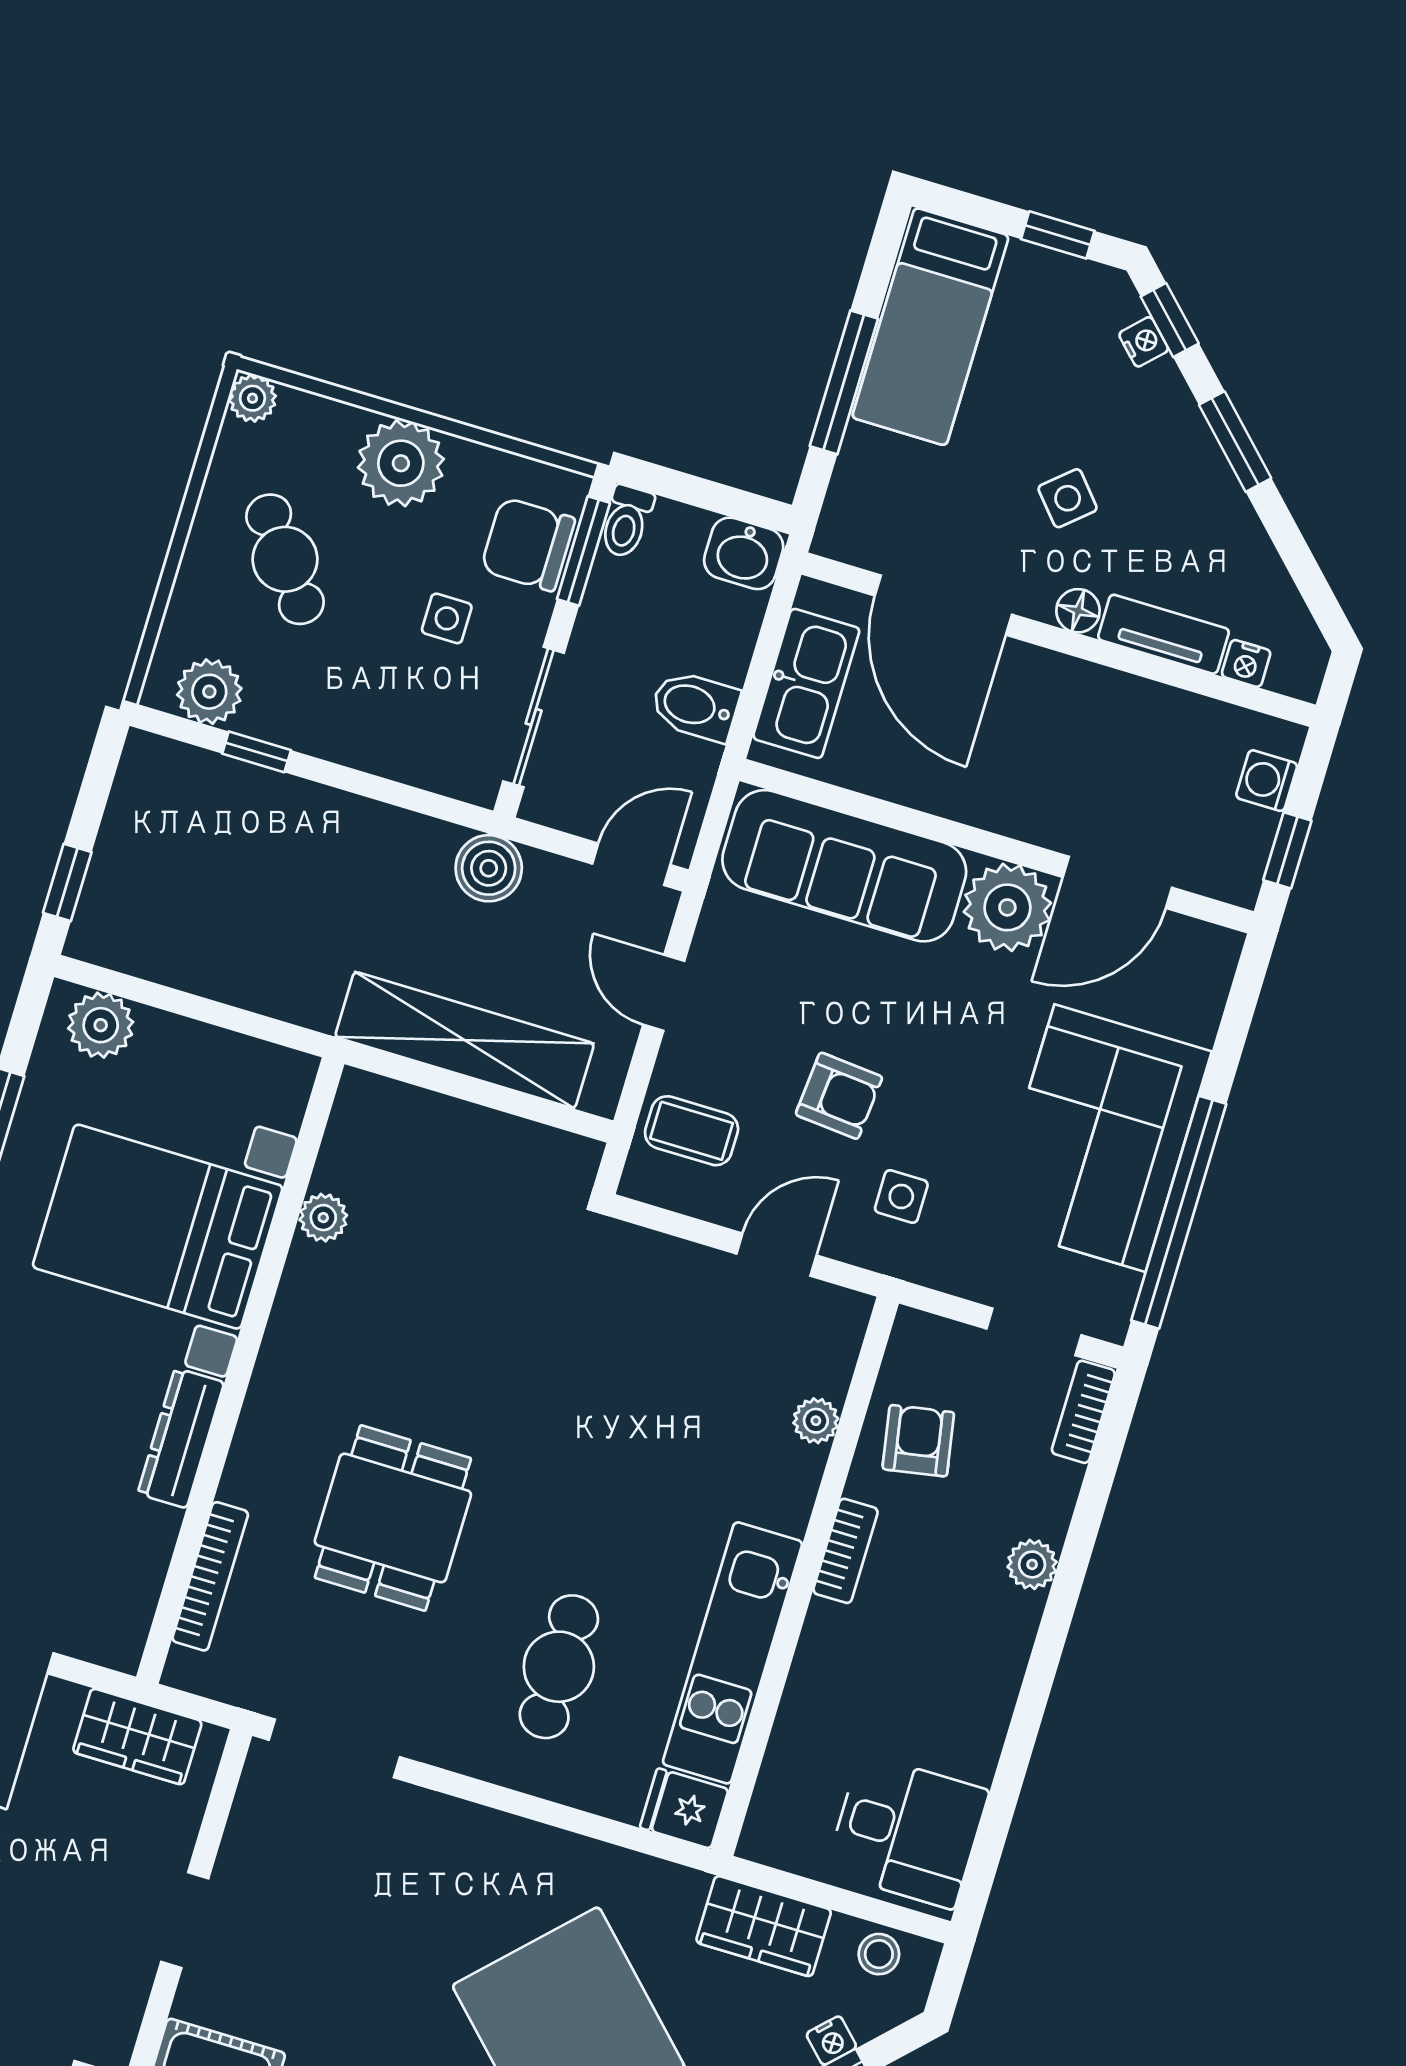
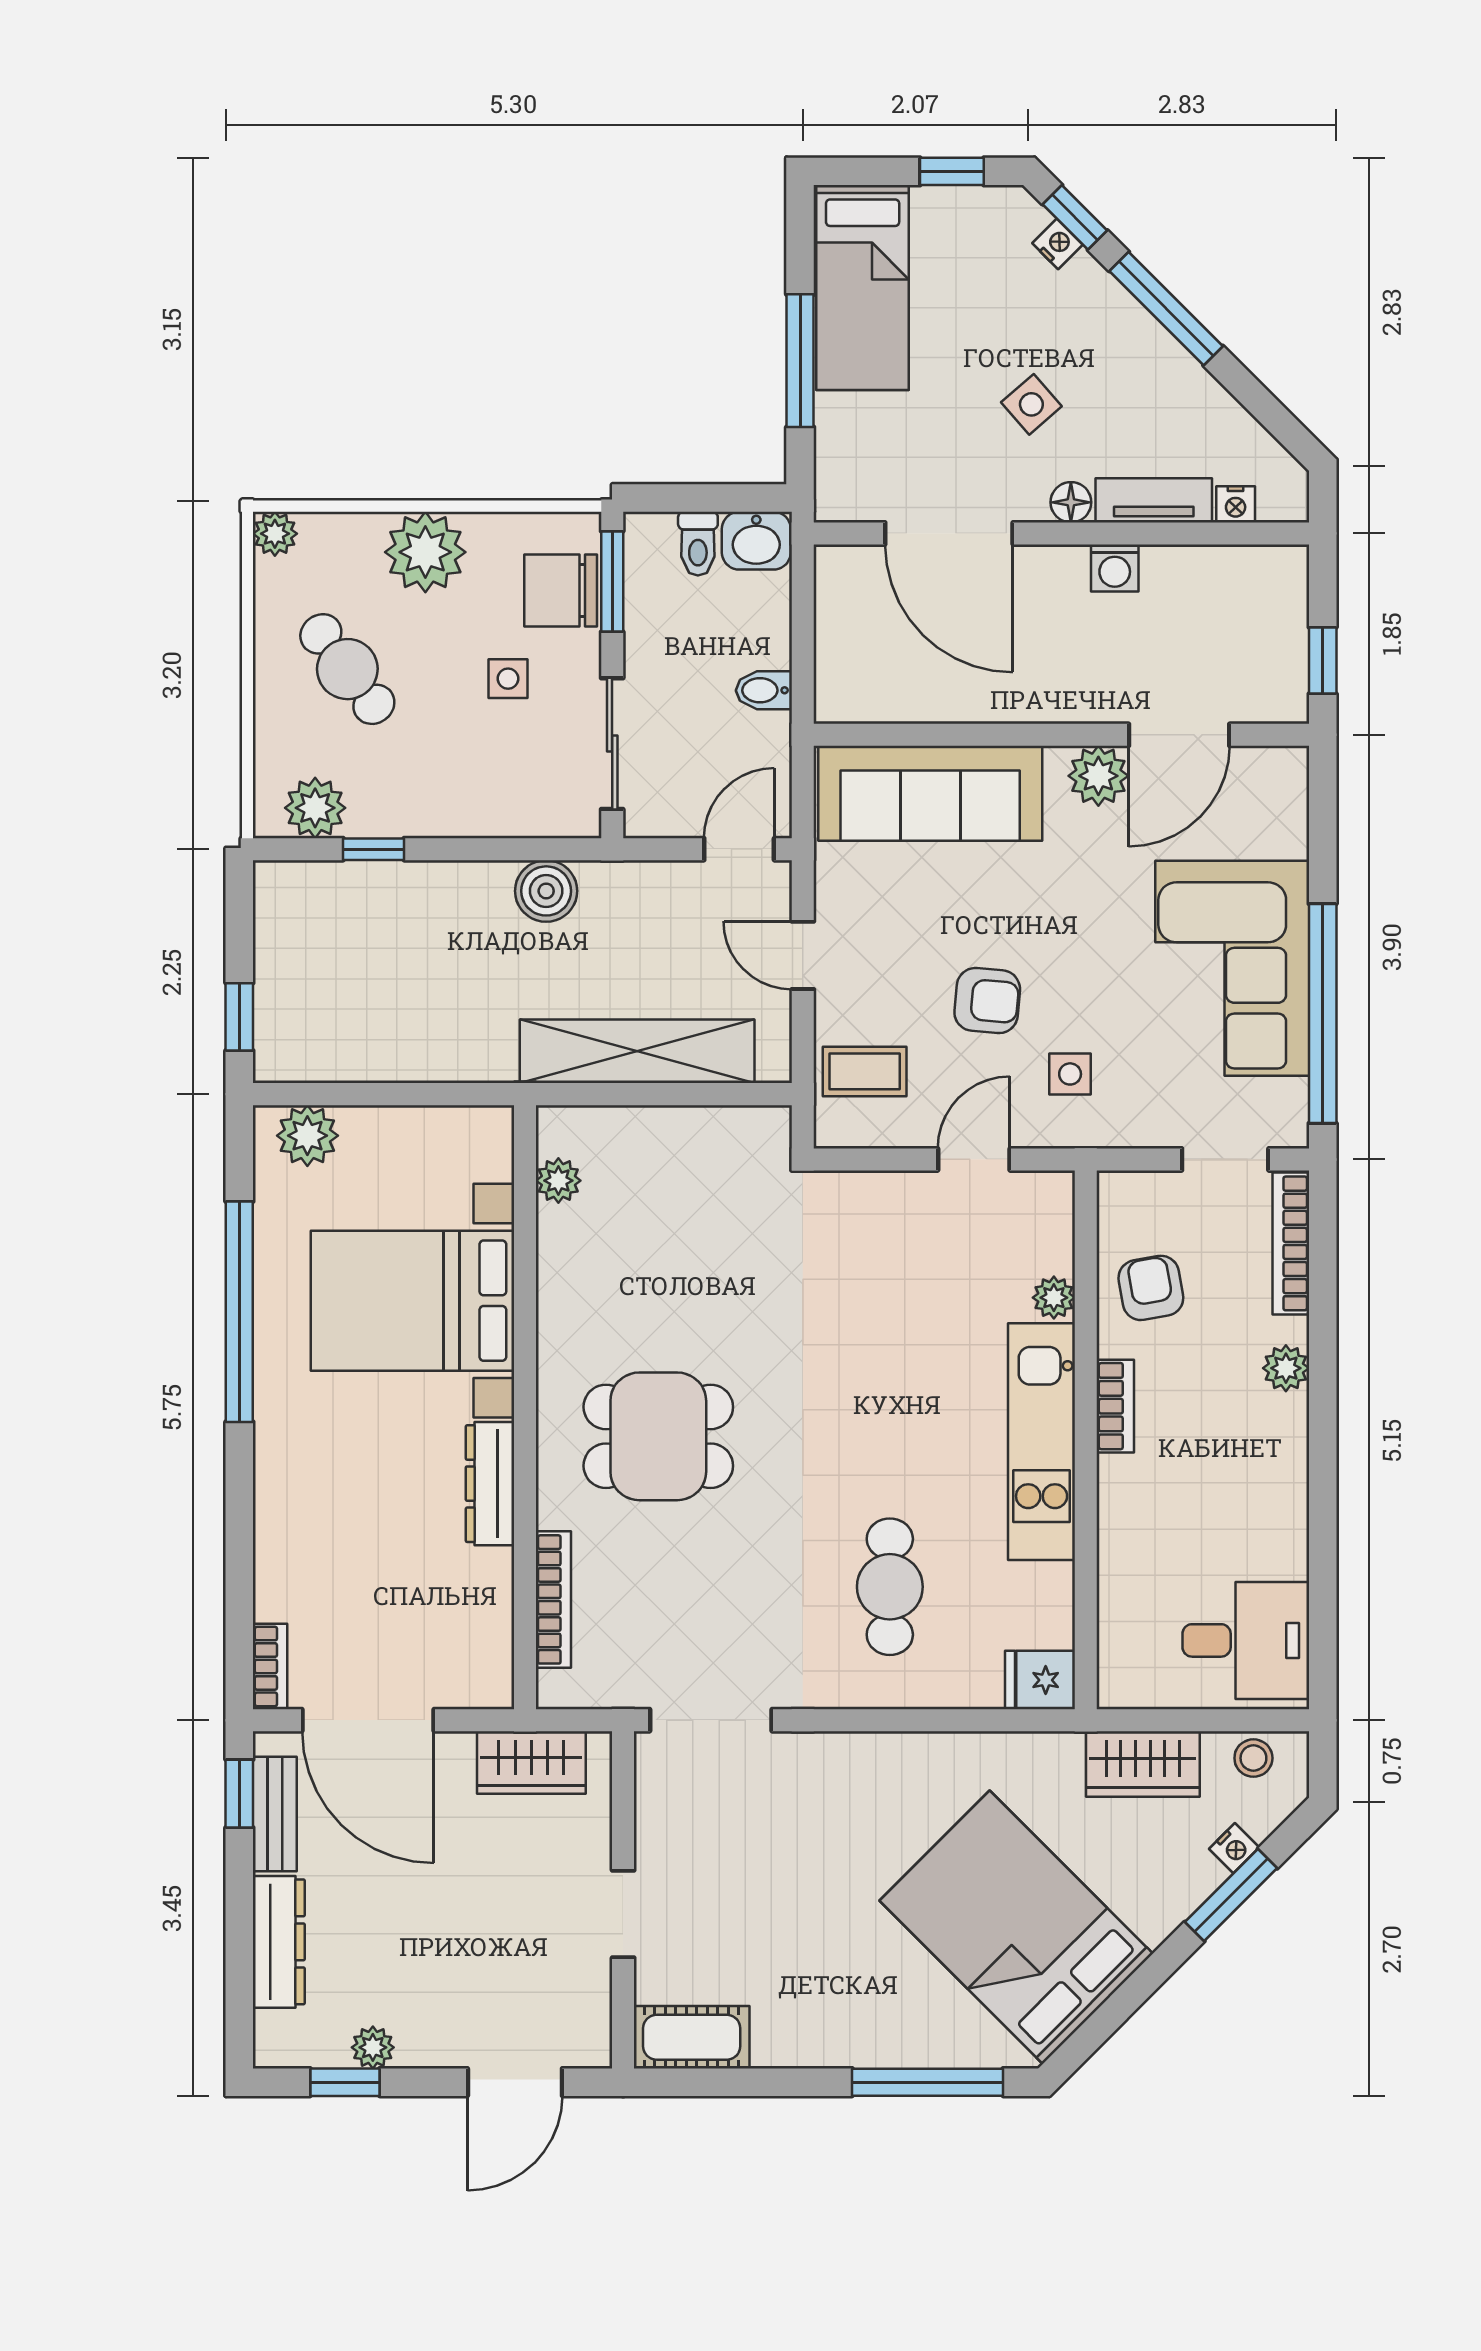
window: (1235, 442) -> (1166, 309), width x1.44
toilet: (626, 521) -> (698, 544), moved
kitchen sink: (806, 683) -> (847, 640), removed
bidet: (695, 706) -> (764, 690), width x0.72, depth x0.74
washing machine: (1267, 781) -> (1115, 568), moved, turned -90
boiler: (489, 868) -> (546, 891), moved
plant: (1007, 907) -> (1098, 776), width x0.73, depth x0.73
plant: (323, 1218) -> (558, 1181), moved
bookcase: (1083, 1412) -> (1291, 1243), width x1.56
dining table: (393, 1518) -> (658, 1436), moved, turned 90
kitchen unit: (732, 1653) -> (1042, 1442), moved

